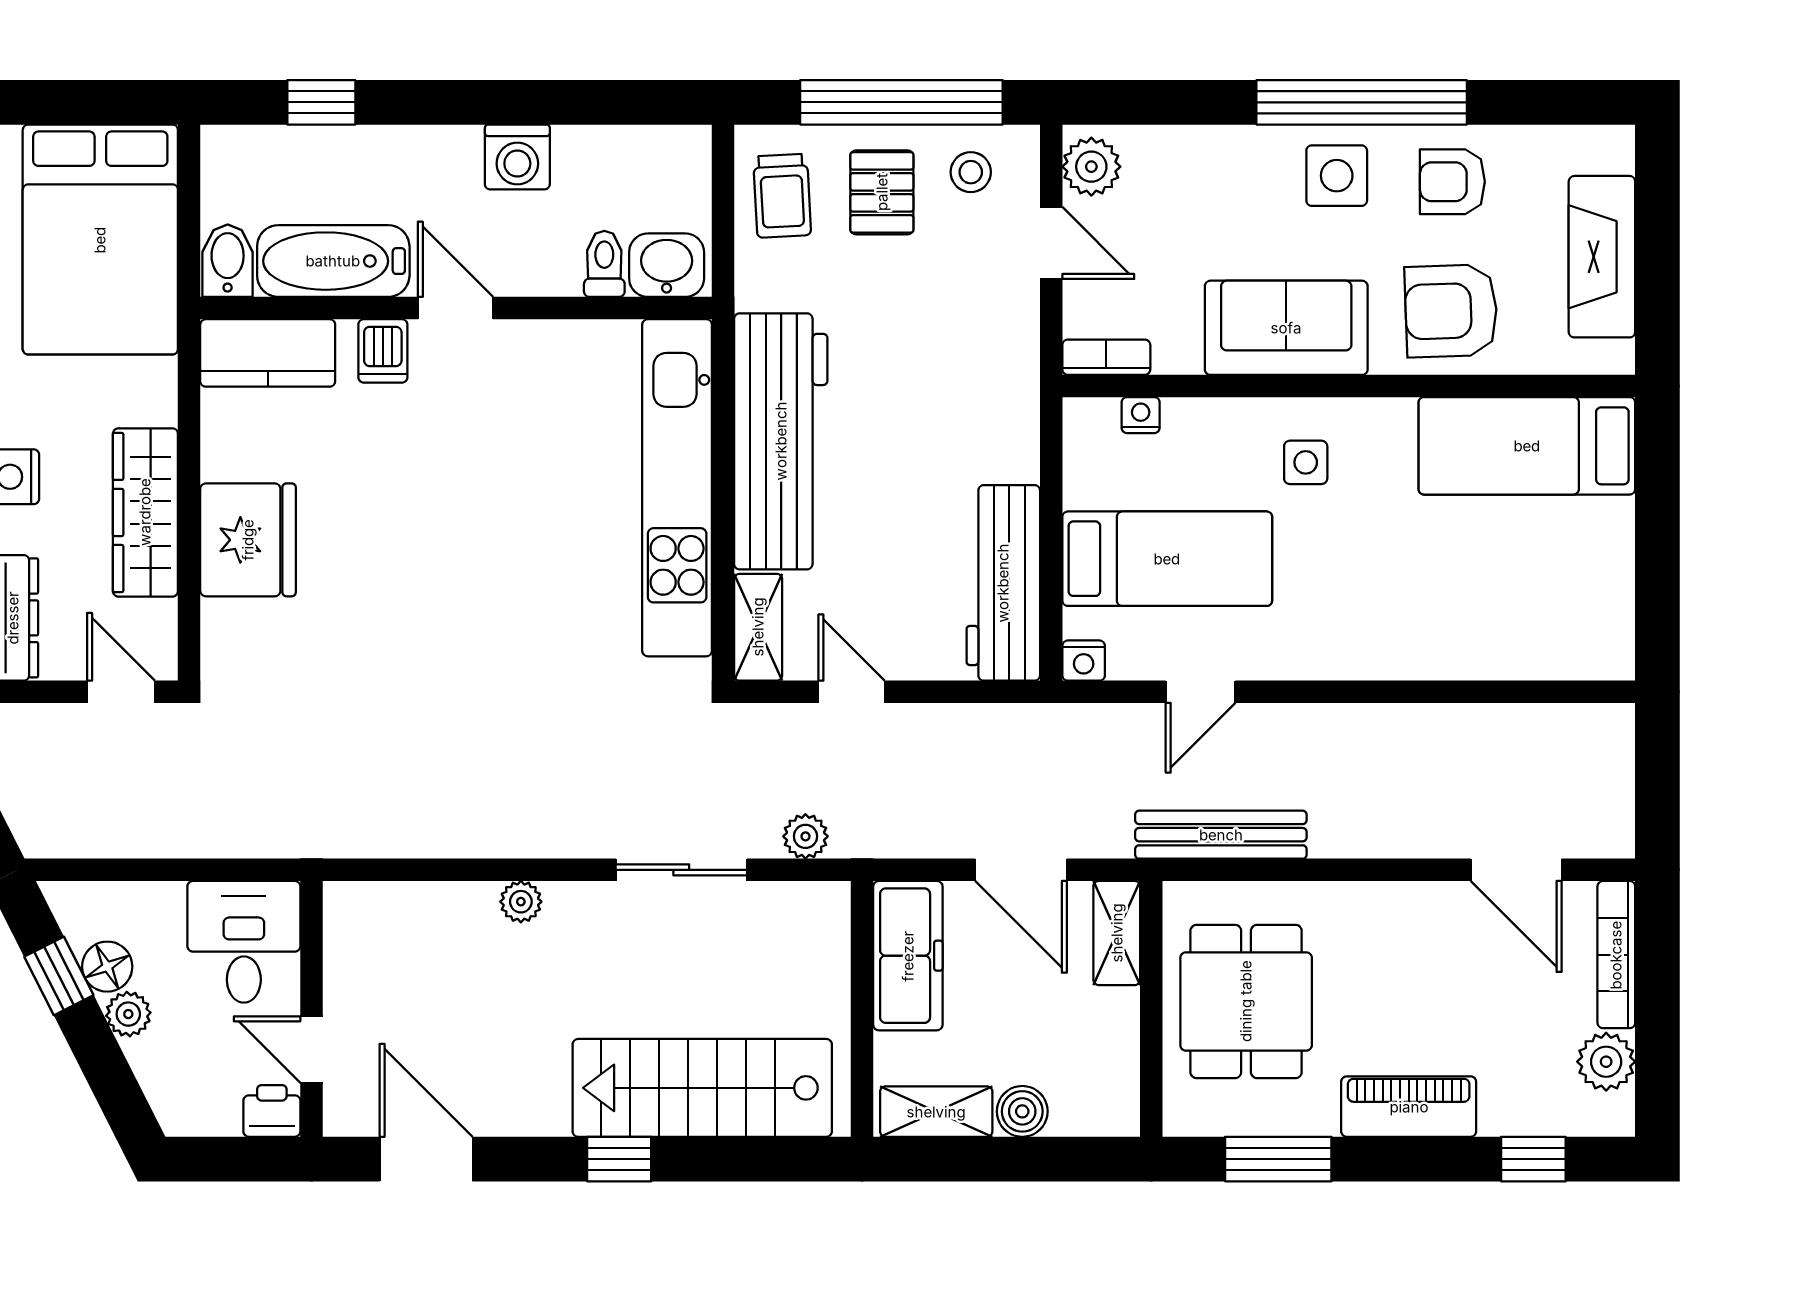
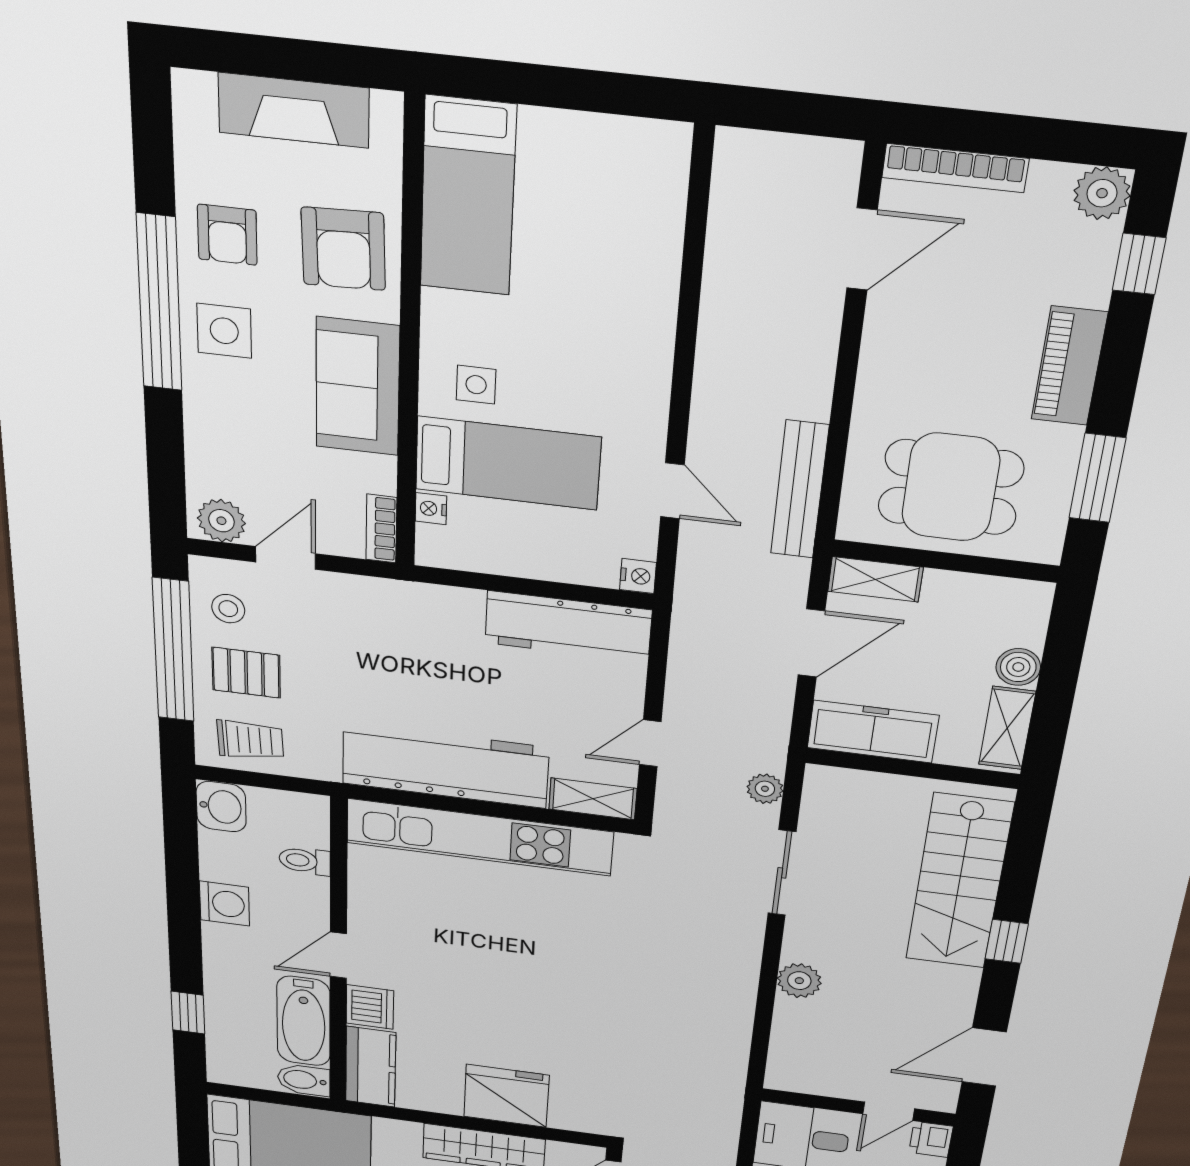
washbasin: (667, 265) -> (221, 807), moved, turned 180
dishwasher: (383, 351) -> (370, 1007), width x1.38
bed: (1167, 559) -> (508, 463), moved, turned 90
plant: (521, 902) -> (799, 981), width x1.38, depth x1.38
plant: (1606, 1062) -> (1102, 193), moved

